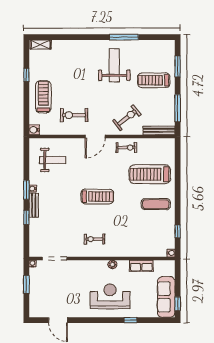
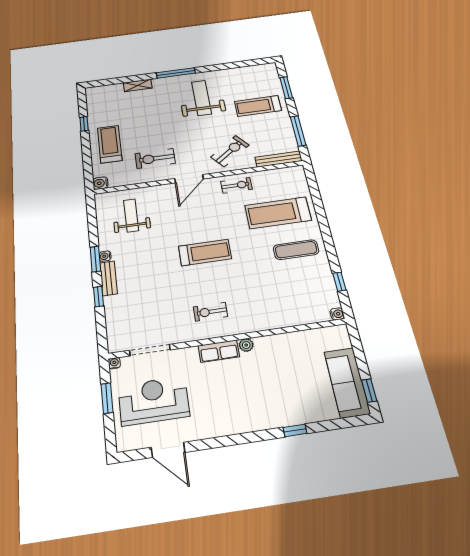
window: (124, 37) -> (176, 73), moved
shelving: (41, 44) -> (138, 85), moved
weight bench: (53, 160) -> (131, 215), turned -90
row of seats: (141, 266) -> (219, 351), moved
reception desk: (110, 296) -> (154, 401), moved

